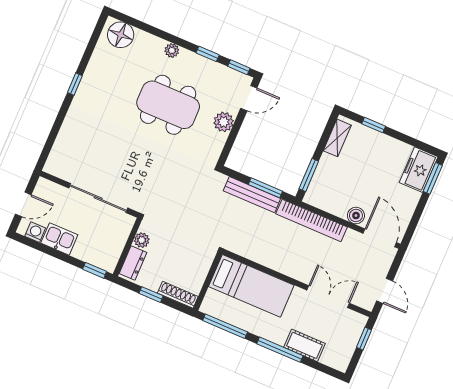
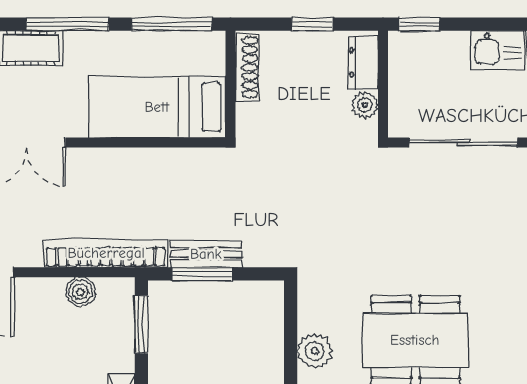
bench: (252, 195) -> (206, 254), width x0.73
boiler: (356, 216) -> (80, 292), moved
shoe rack: (178, 295) -> (247, 67), moved, turned -90

